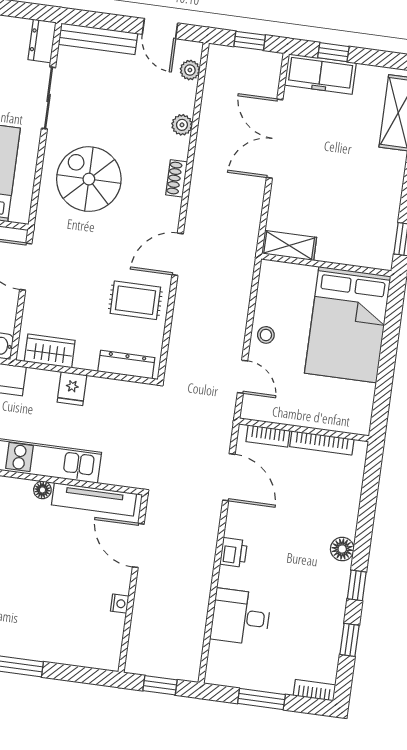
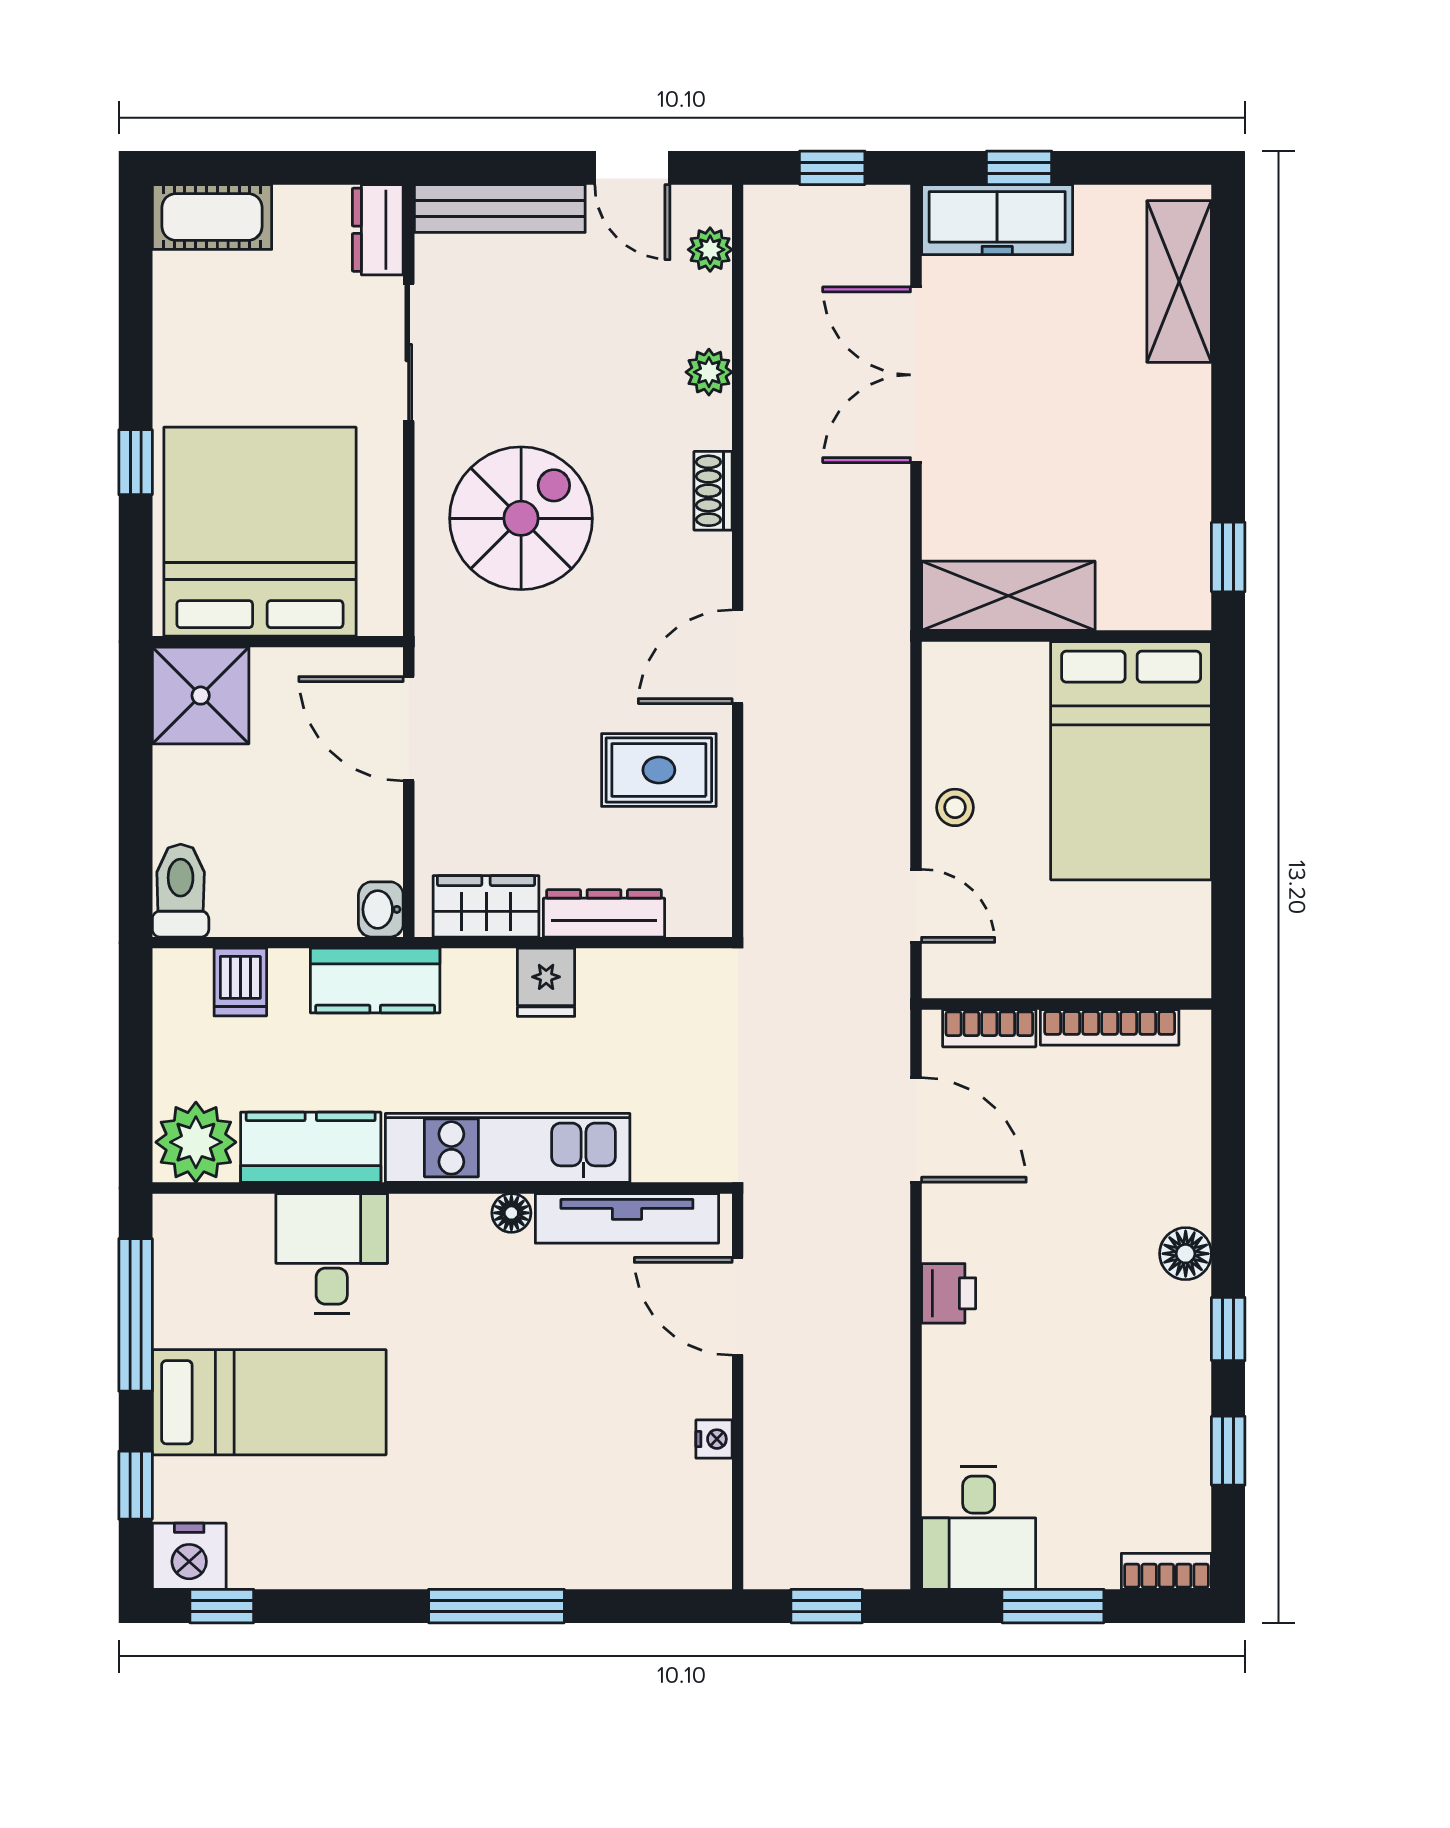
spiral stairs: (89, 179) -> (521, 518), turned 90
shelving: (289, 245) -> (1008, 596), width x1.50, depth x1.33
dresser: (126, 364) -> (604, 913), moved
desk: (241, 617) -> (979, 1528), moved, turned -90

